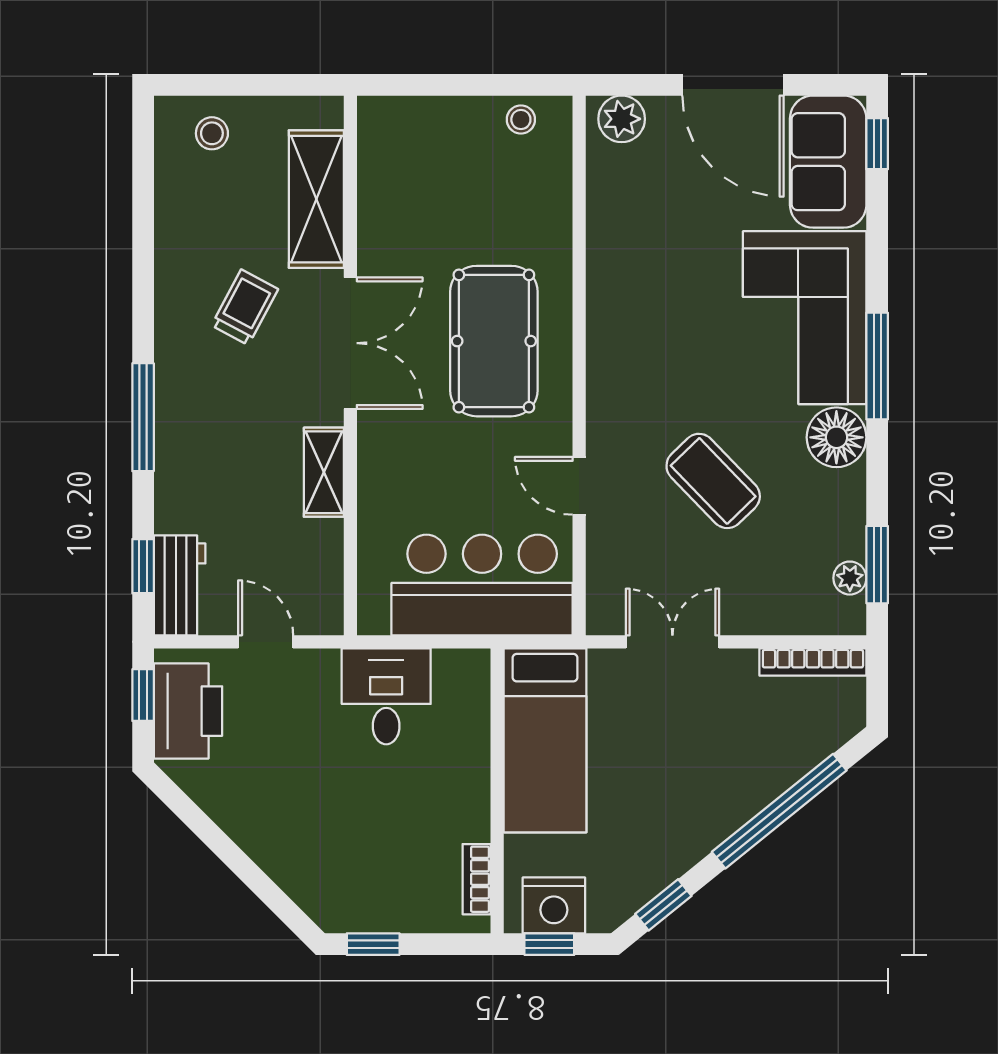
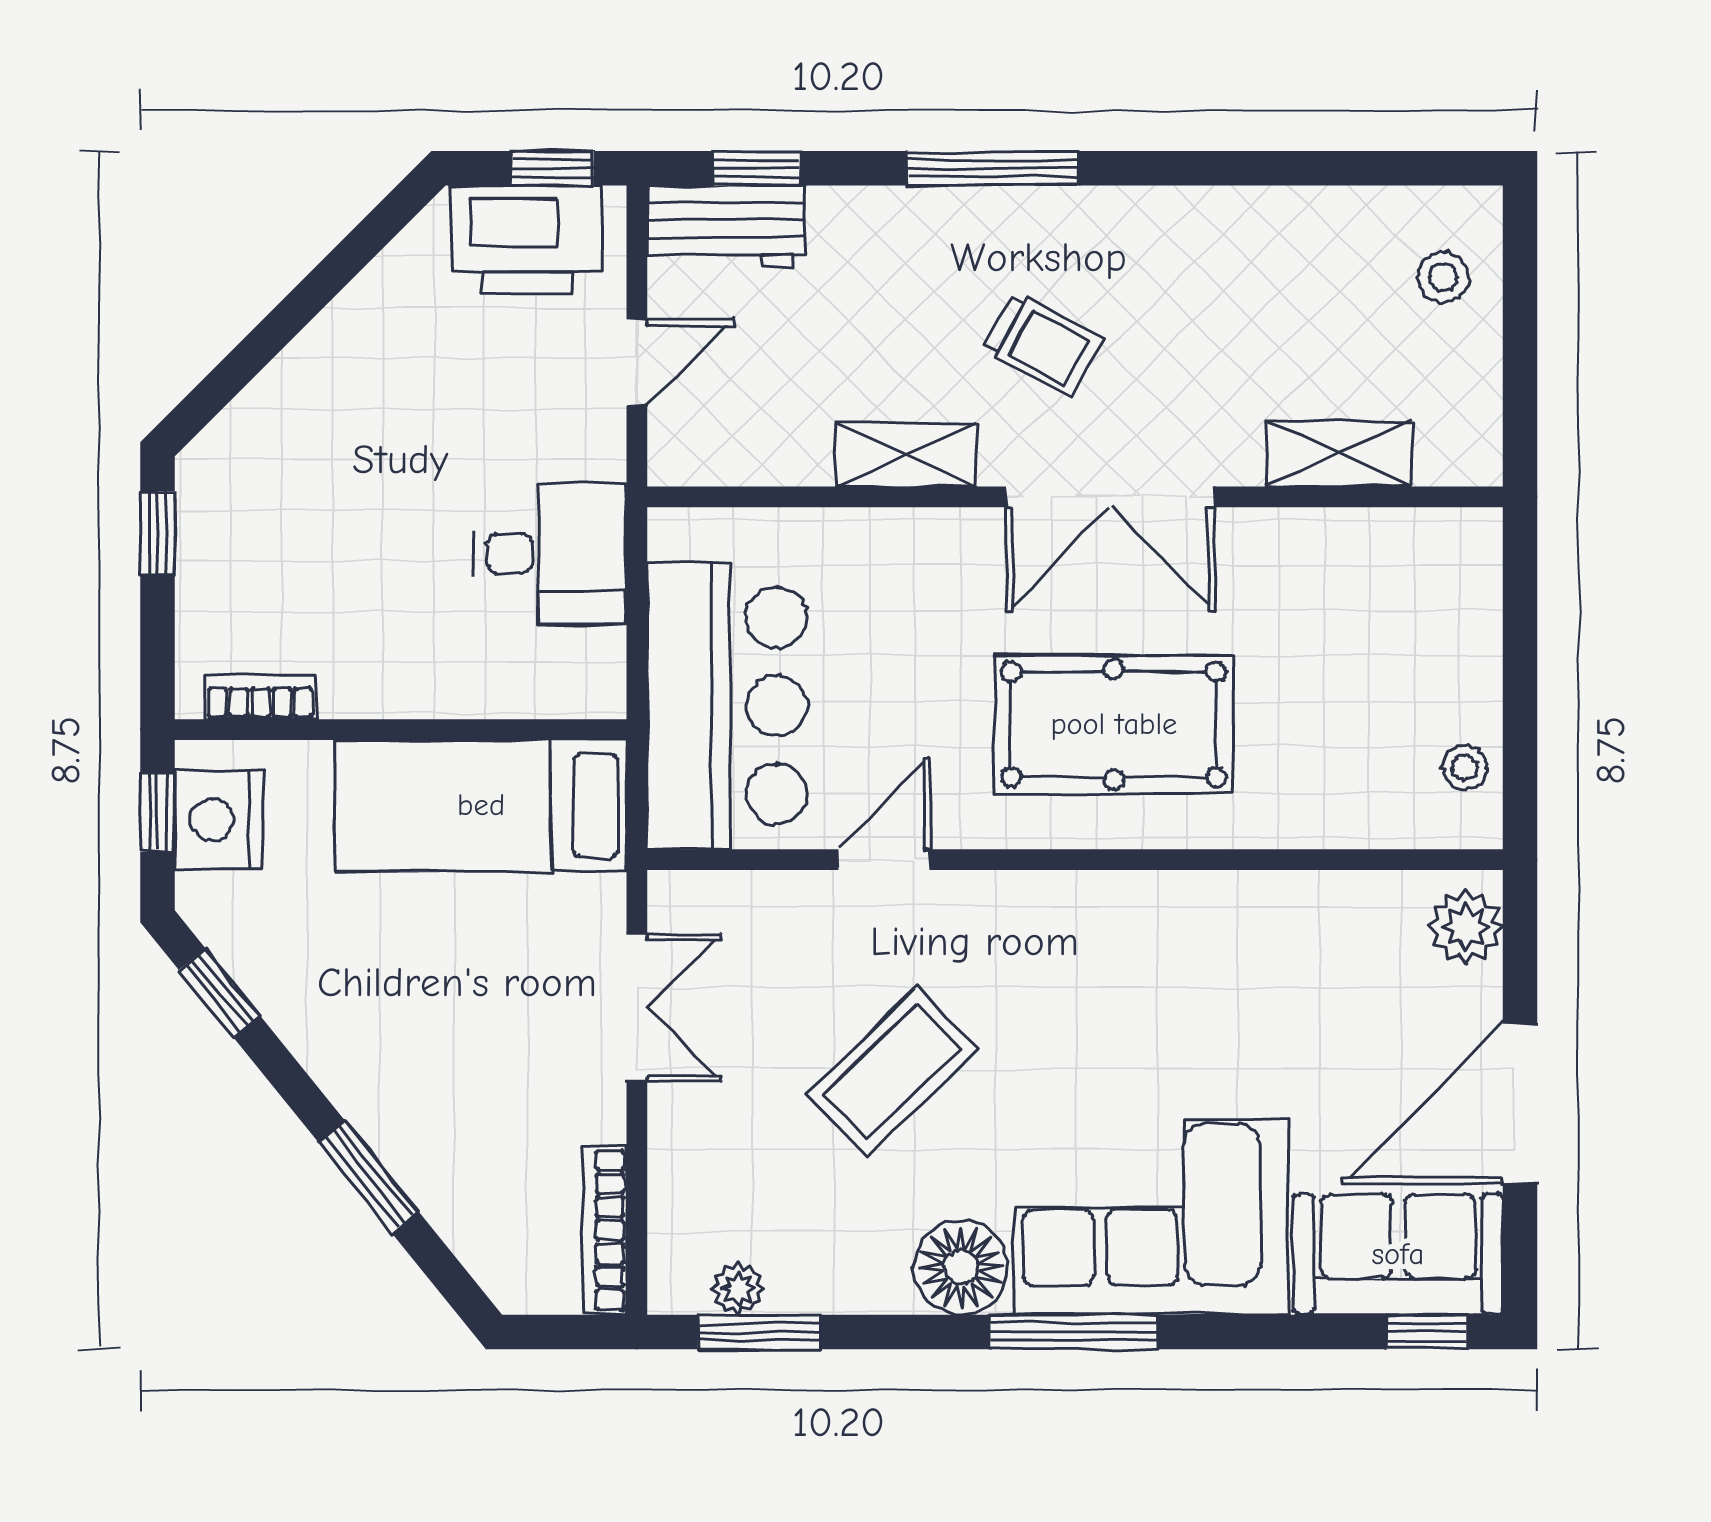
shelving: (316, 199) -> (1339, 454), width x0.67, depth x0.75
trolley: (245, 307) -> (1043, 344), moved
window: (779, 811) -> (368, 1177), width x0.47

